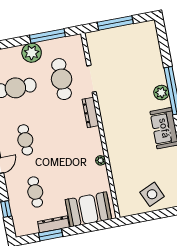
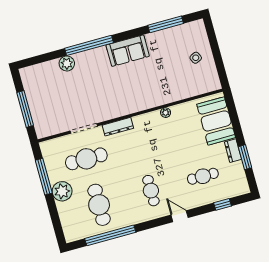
plant: (161, 93) -> (67, 64), moved
cafe table: (25, 140) -> (151, 191), turned 90
side table: (152, 194) -> (196, 58), width x0.54, depth x0.54
dresser: (53, 224) -> (233, 151), width x0.70

